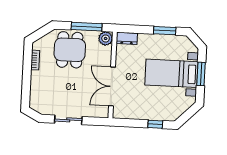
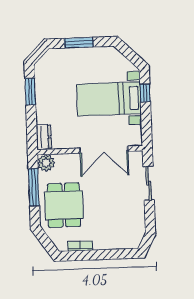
dining table: (70, 50) -> (64, 205), turned 90
bed with nightstands: (171, 73) -> (109, 99), moved, turned 90
sliding door: (68, 120) -> (149, 183), moved

